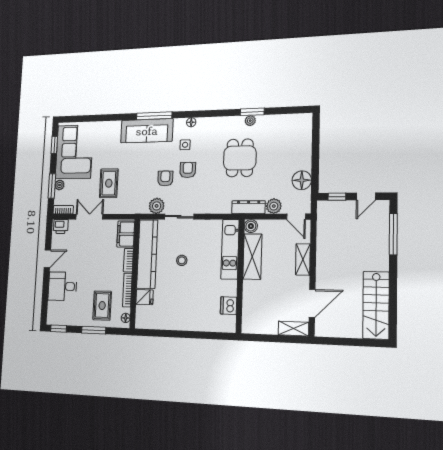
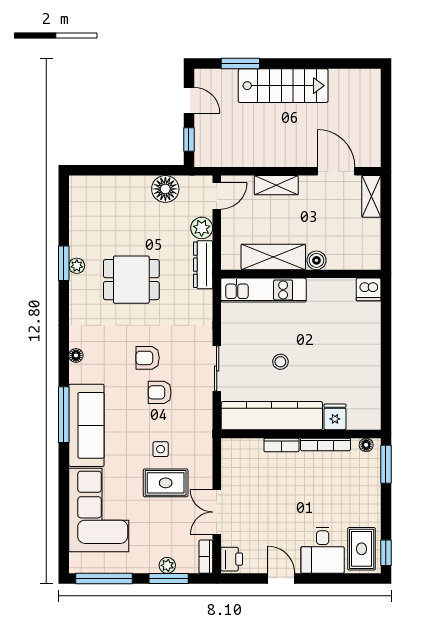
window: (54, 145) -> (104, 579), width x2.17
side table: (185, 145) -> (161, 449), moved
corner sofa: (74, 152) -> (99, 510), moved, turned 90
plant: (157, 206) -> (201, 404), removed
boiler: (251, 226) -> (316, 260), moved
filing cabinet: (126, 234) -> (243, 451), removed
window: (393, 234) -> (240, 64), width x0.69
stairs: (376, 305) -> (283, 86), moved
rug: (102, 306) -> (362, 549), moved, turned 90
dishwasher: (229, 306) -> (369, 289), moved
window: (94, 330) -> (386, 464), moved

